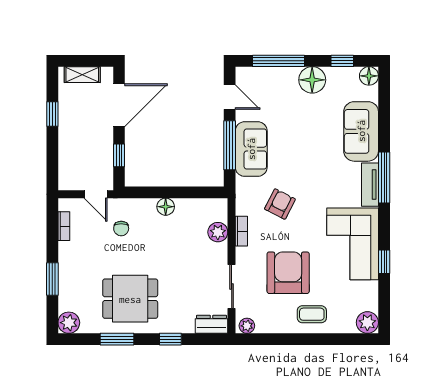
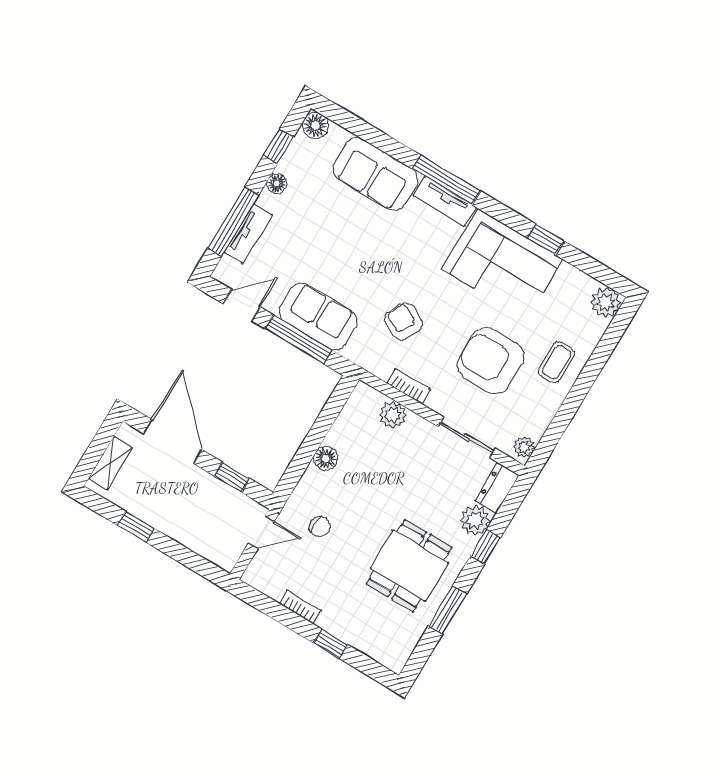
tv unit: (277, 74) -> (248, 234), added
floor lamp: (312, 80) -> (277, 183), width x0.53, depth x0.53
bookcase: (64, 226) -> (300, 607), moved
window: (52, 279) -> (331, 644), width x0.67
plant: (69, 323) -> (475, 520), moved

